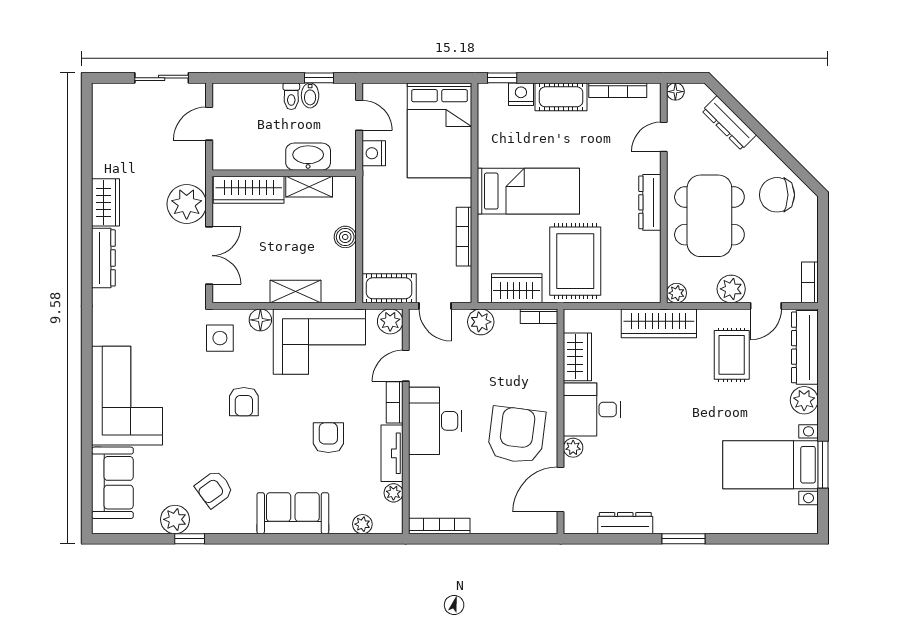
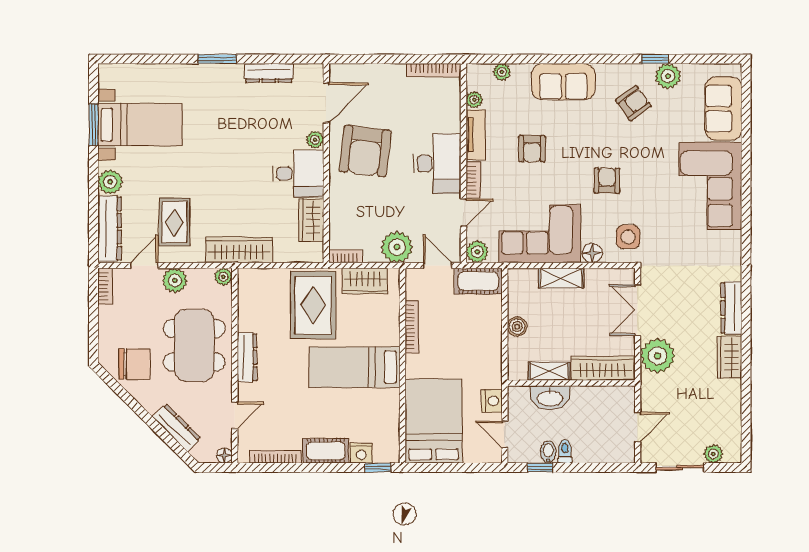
plant: (124, 93) -> (713, 454), added
plant: (481, 322) -> (397, 247), width x1.36, depth x1.36

